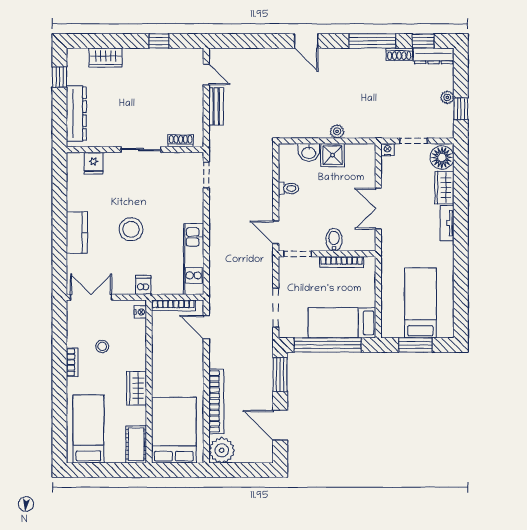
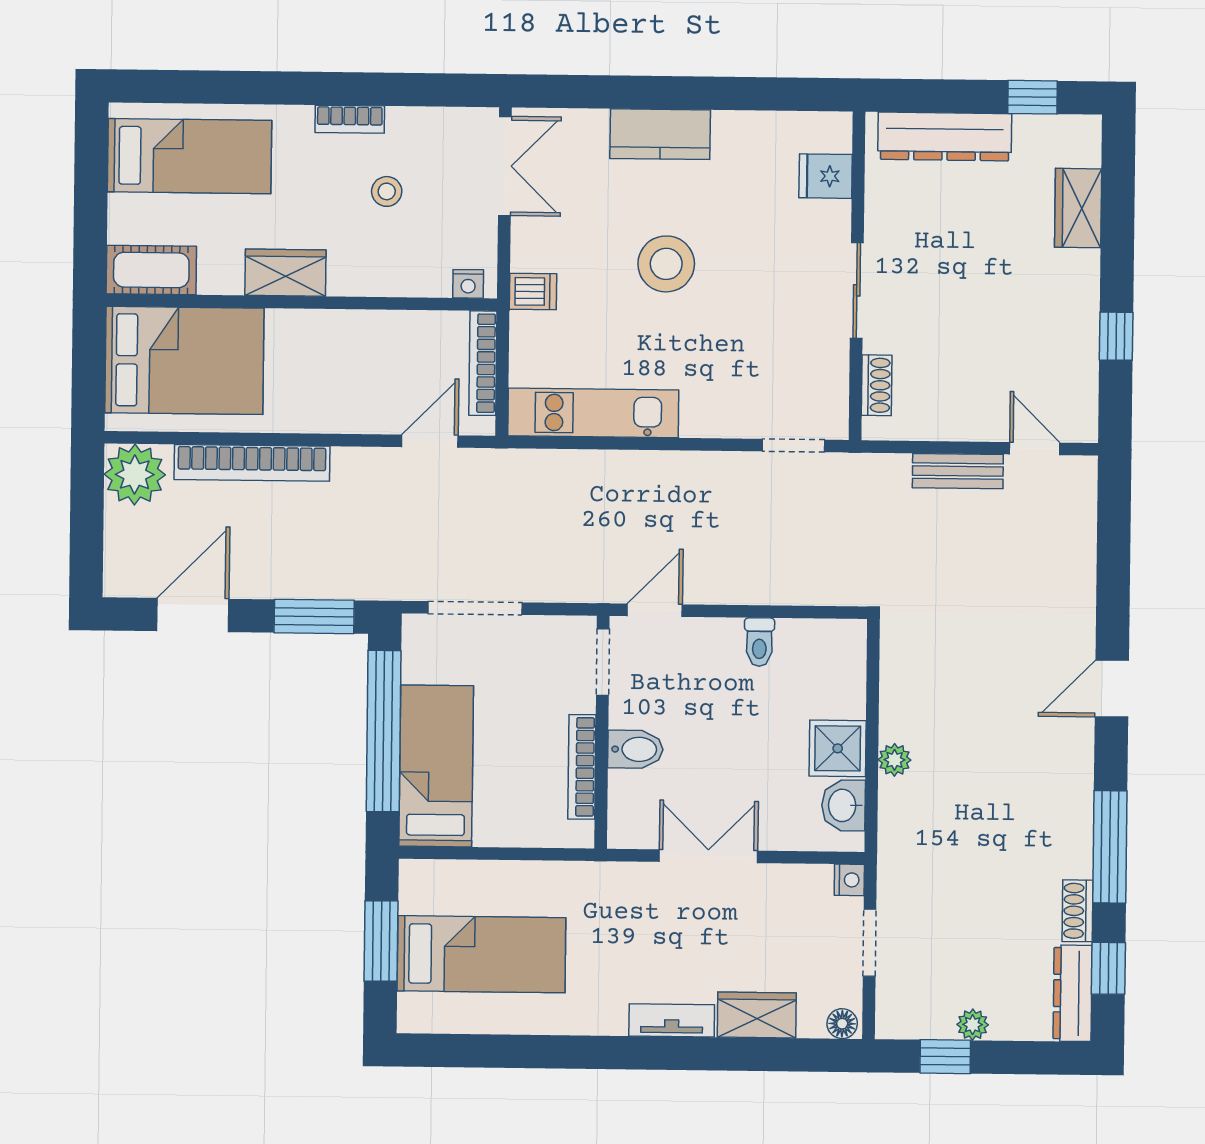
door: (206, 74) -> (1035, 449), swing flipped
washbasin: (309, 152) -> (843, 805), moved
floor lamp: (442, 158) -> (842, 1024), width x0.53, depth x0.53

